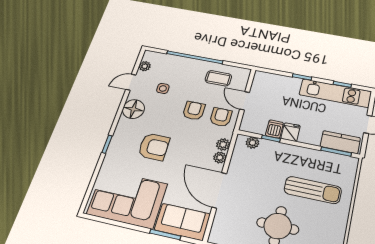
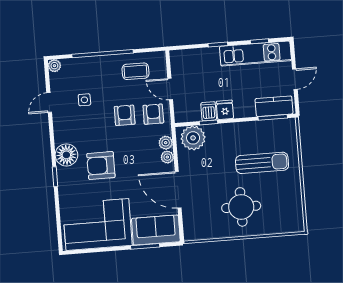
plant: (145, 66) -> (54, 66), moved
floor lamp: (133, 109) -> (66, 155), moved
plant: (252, 143) -> (193, 138), width x1.88, depth x1.88
armchair: (154, 147) -> (101, 165), turned 180

